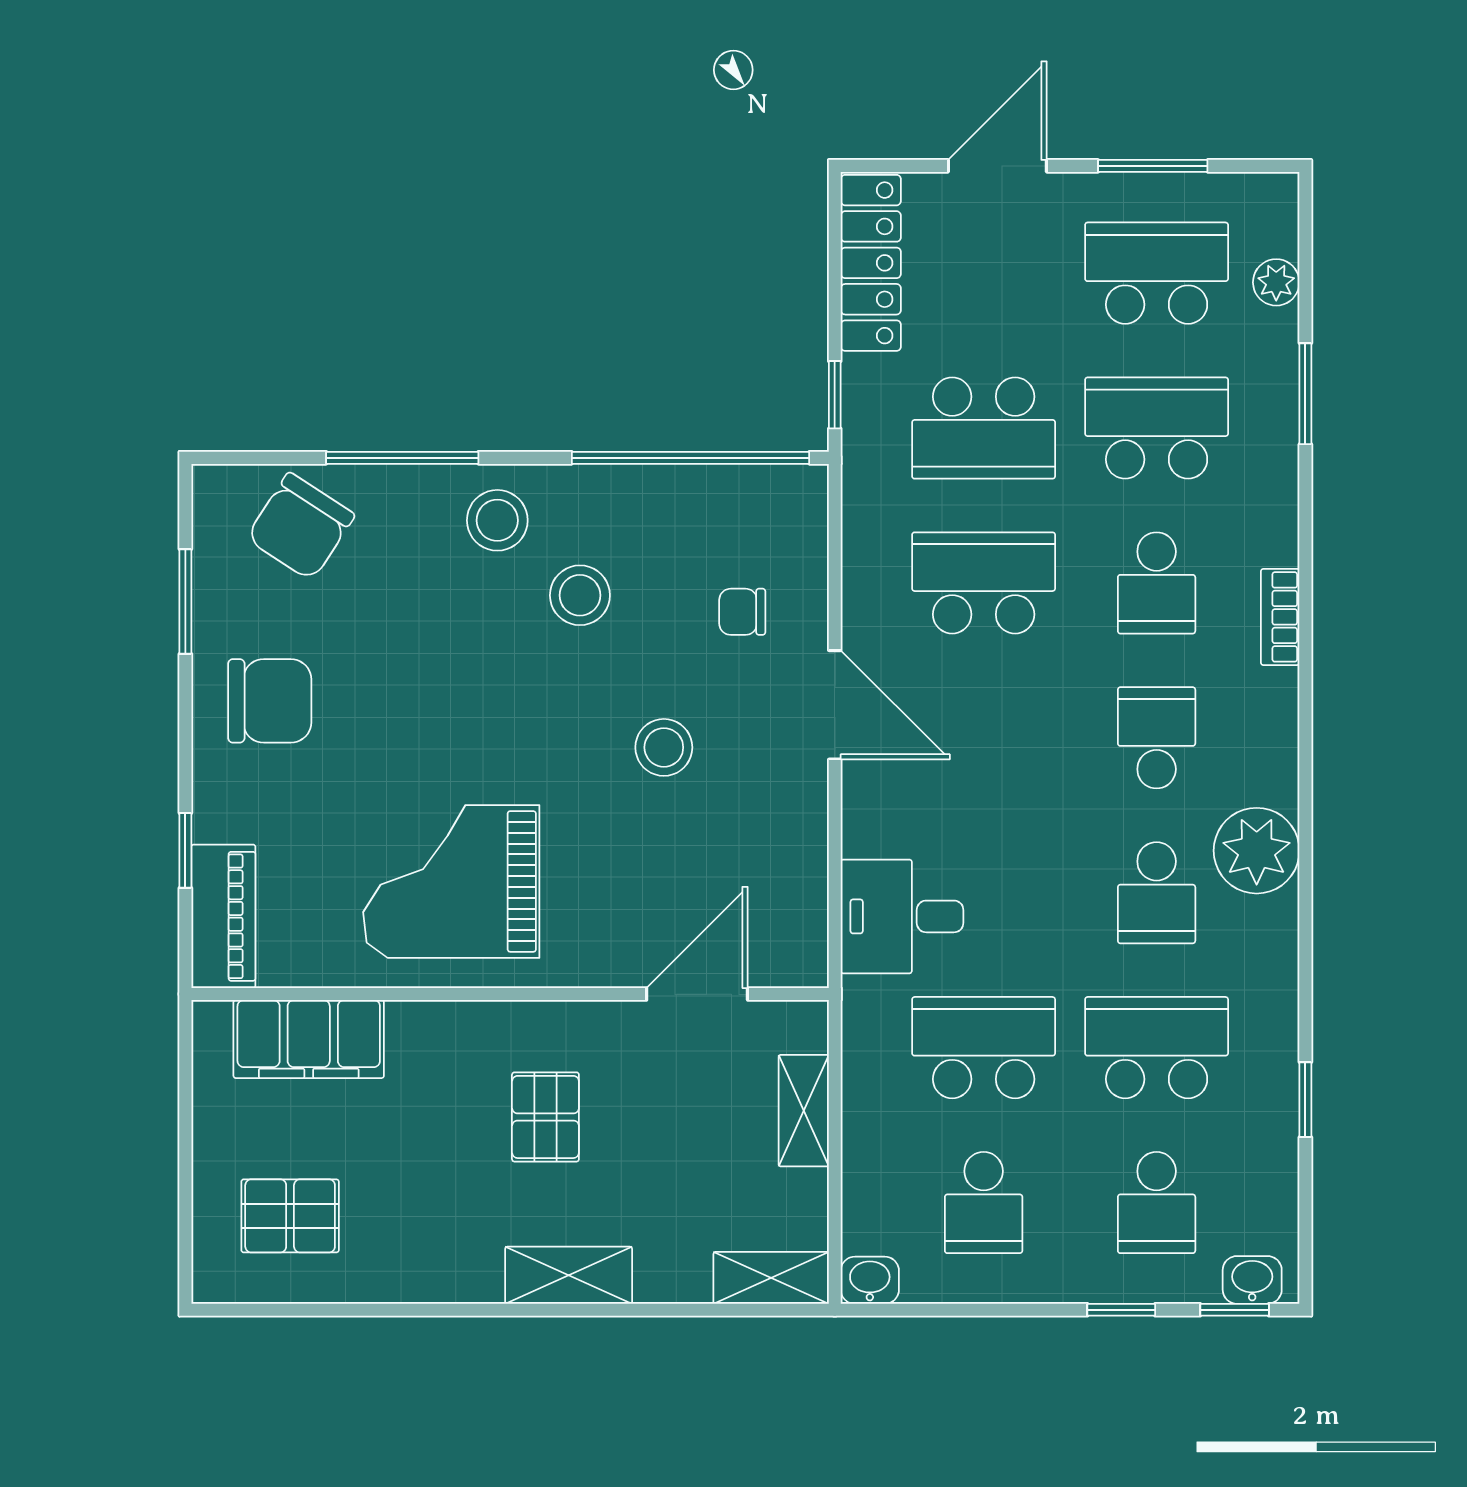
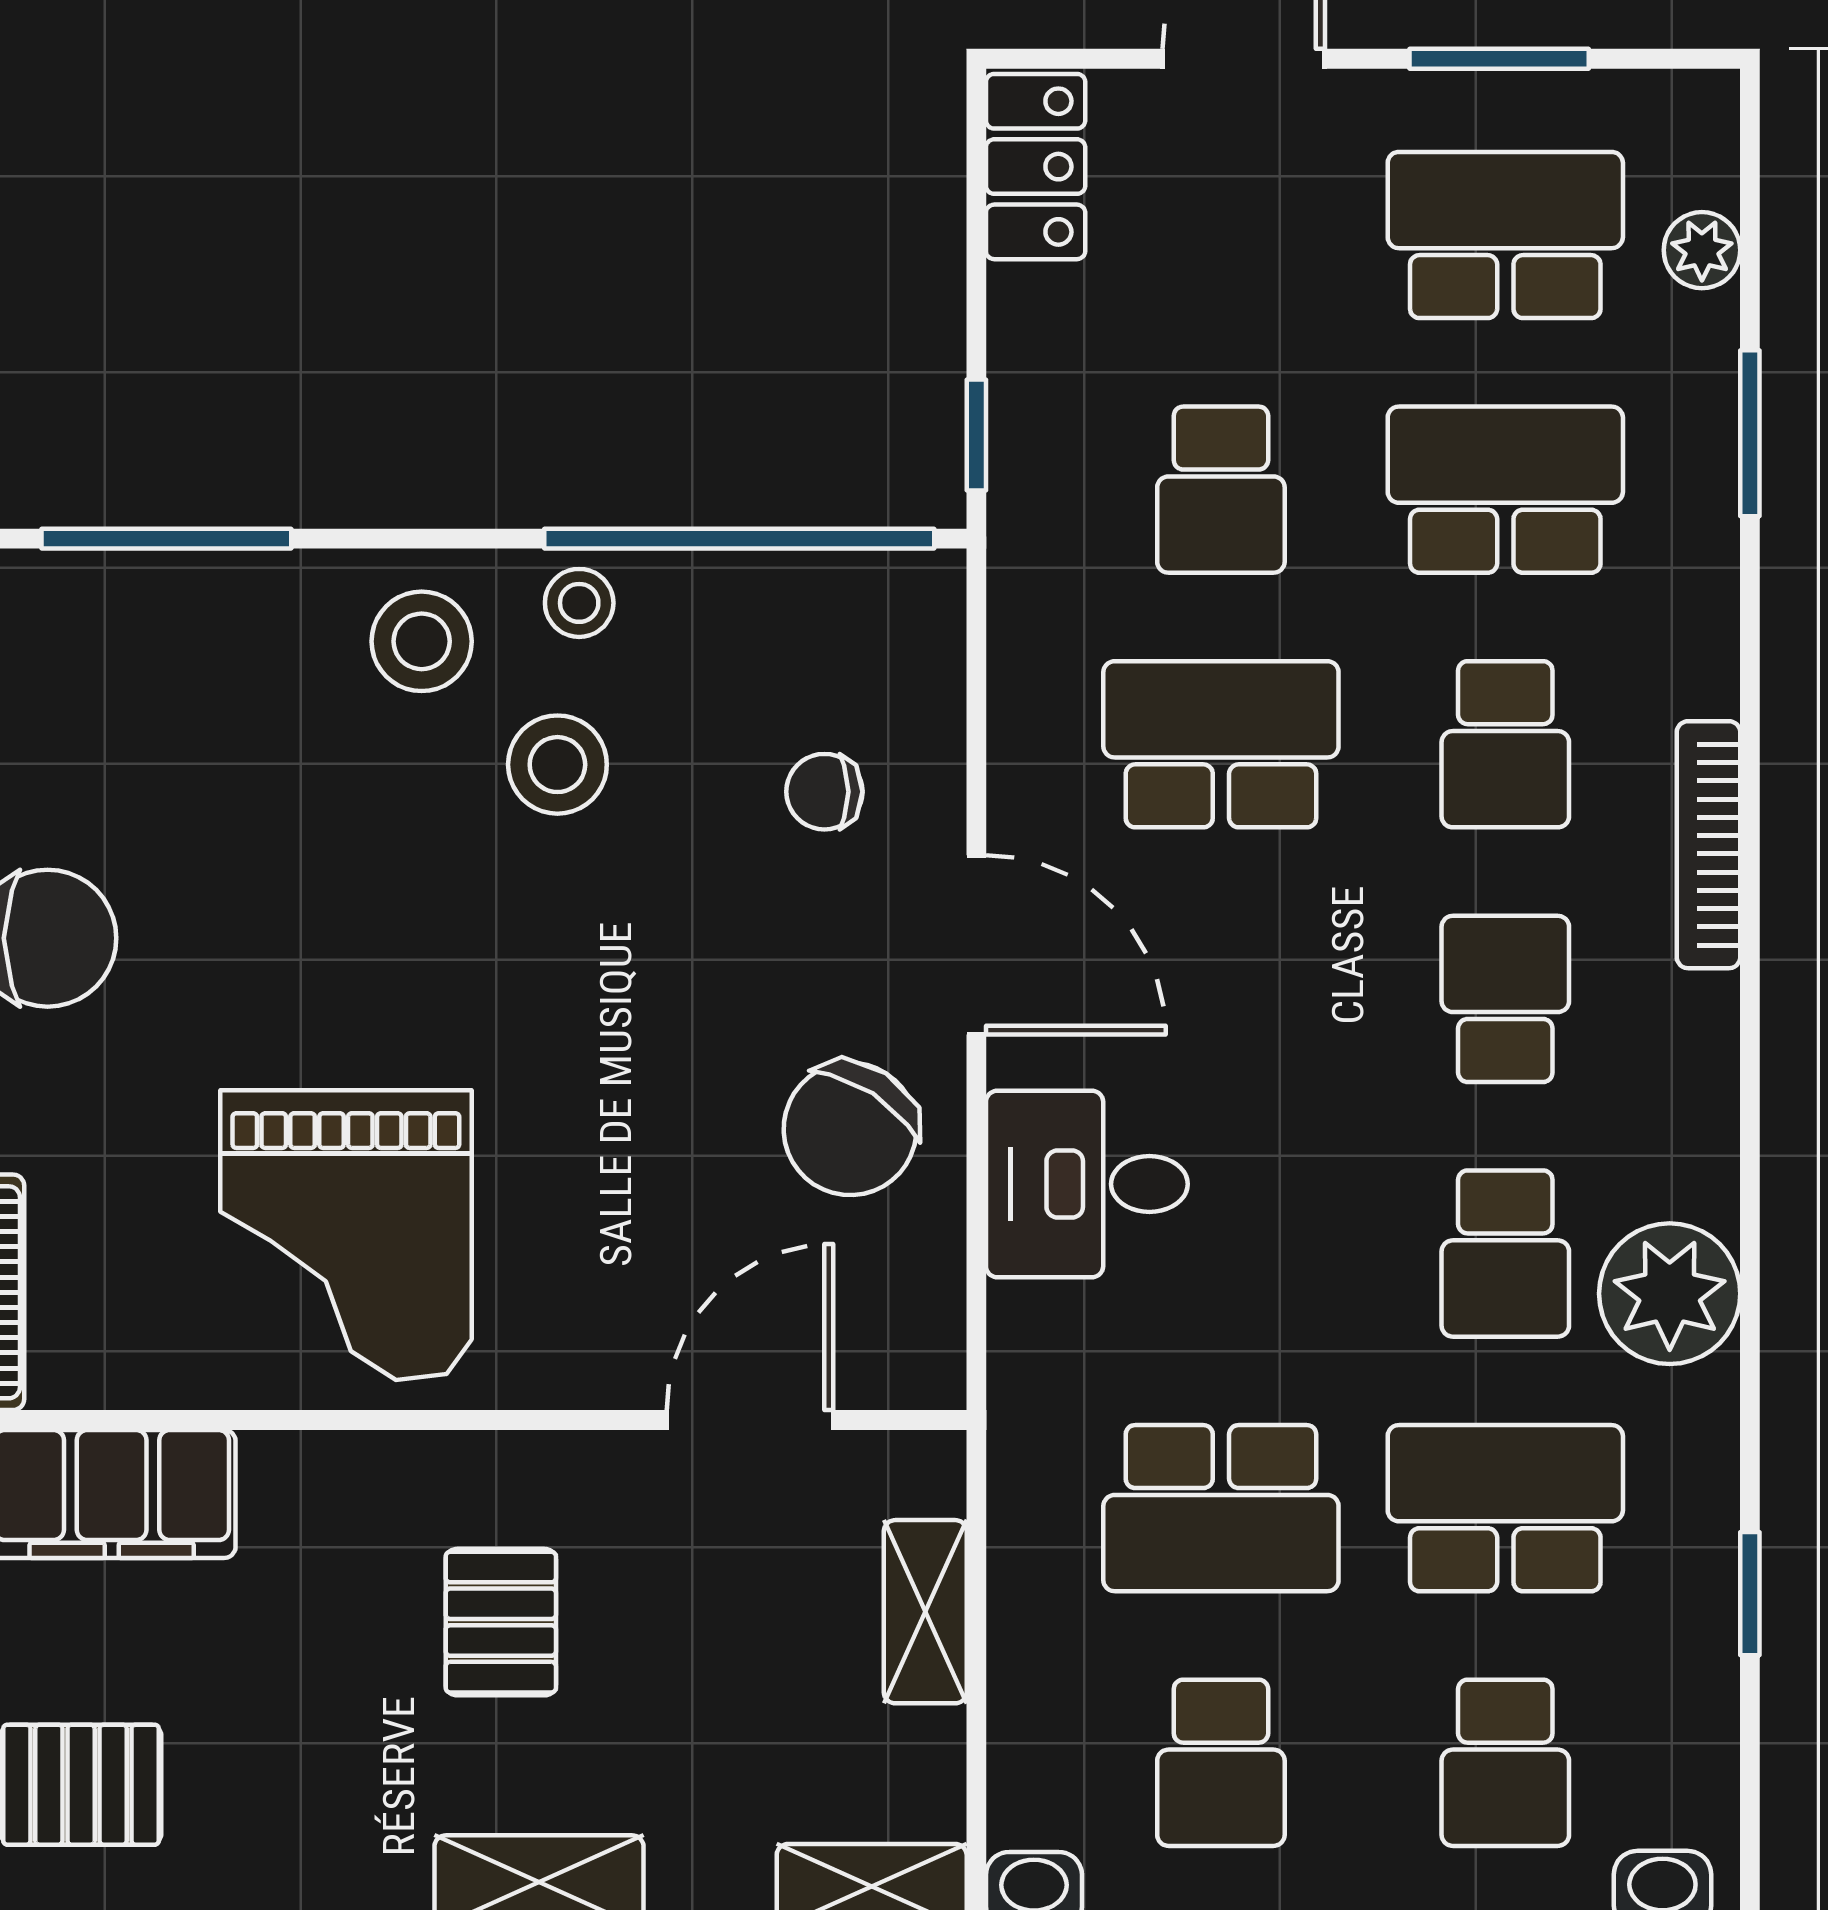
locker: (871, 263) -> (1036, 167), width x0.66
school desk: (984, 428) -> (1221, 490), width x0.54
window: (402, 458) -> (166, 539), moved
chair: (300, 527) -> (850, 1129), moved
bookcase: (1280, 617) -> (1708, 845), width x1.56
stool: (664, 747) -> (579, 603), moved, width x0.73, depth x0.73
plant: (1257, 851) -> (1670, 1294), moved
grand piano: (451, 881) -> (346, 1235), turned -90
desk: (902, 916) -> (1087, 1184), moved
school desk: (984, 1048) -> (1221, 1508), turned 180

